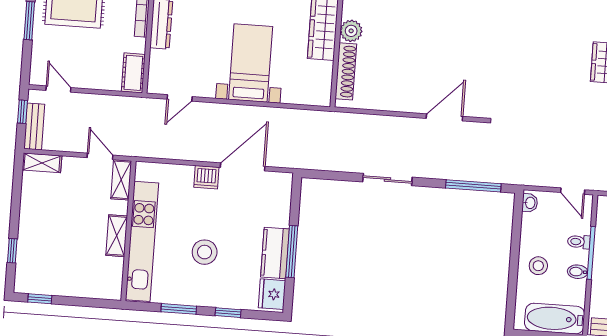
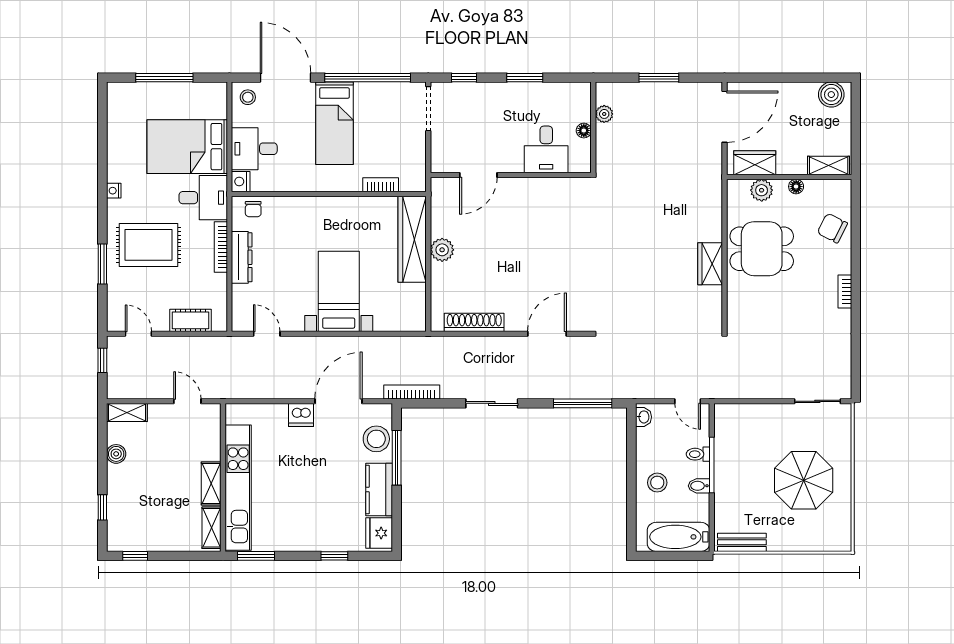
shoe rack: (346, 71) -> (474, 322), moved, turned -90
cot: (133, 73) -> (191, 320), moved, turned 90
door: (180, 98) -> (267, 334), swing flipped
bench: (34, 126) -> (116, 375), removed
bookcase: (313, 163) -> (412, 392), added
shelving: (121, 180) -> (212, 528), moved
boiler: (29, 201) -> (116, 454), added
stool: (205, 252) -> (376, 439), moved
window: (292, 252) -> (397, 458), moved
window: (179, 309) -> (256, 556), moved

